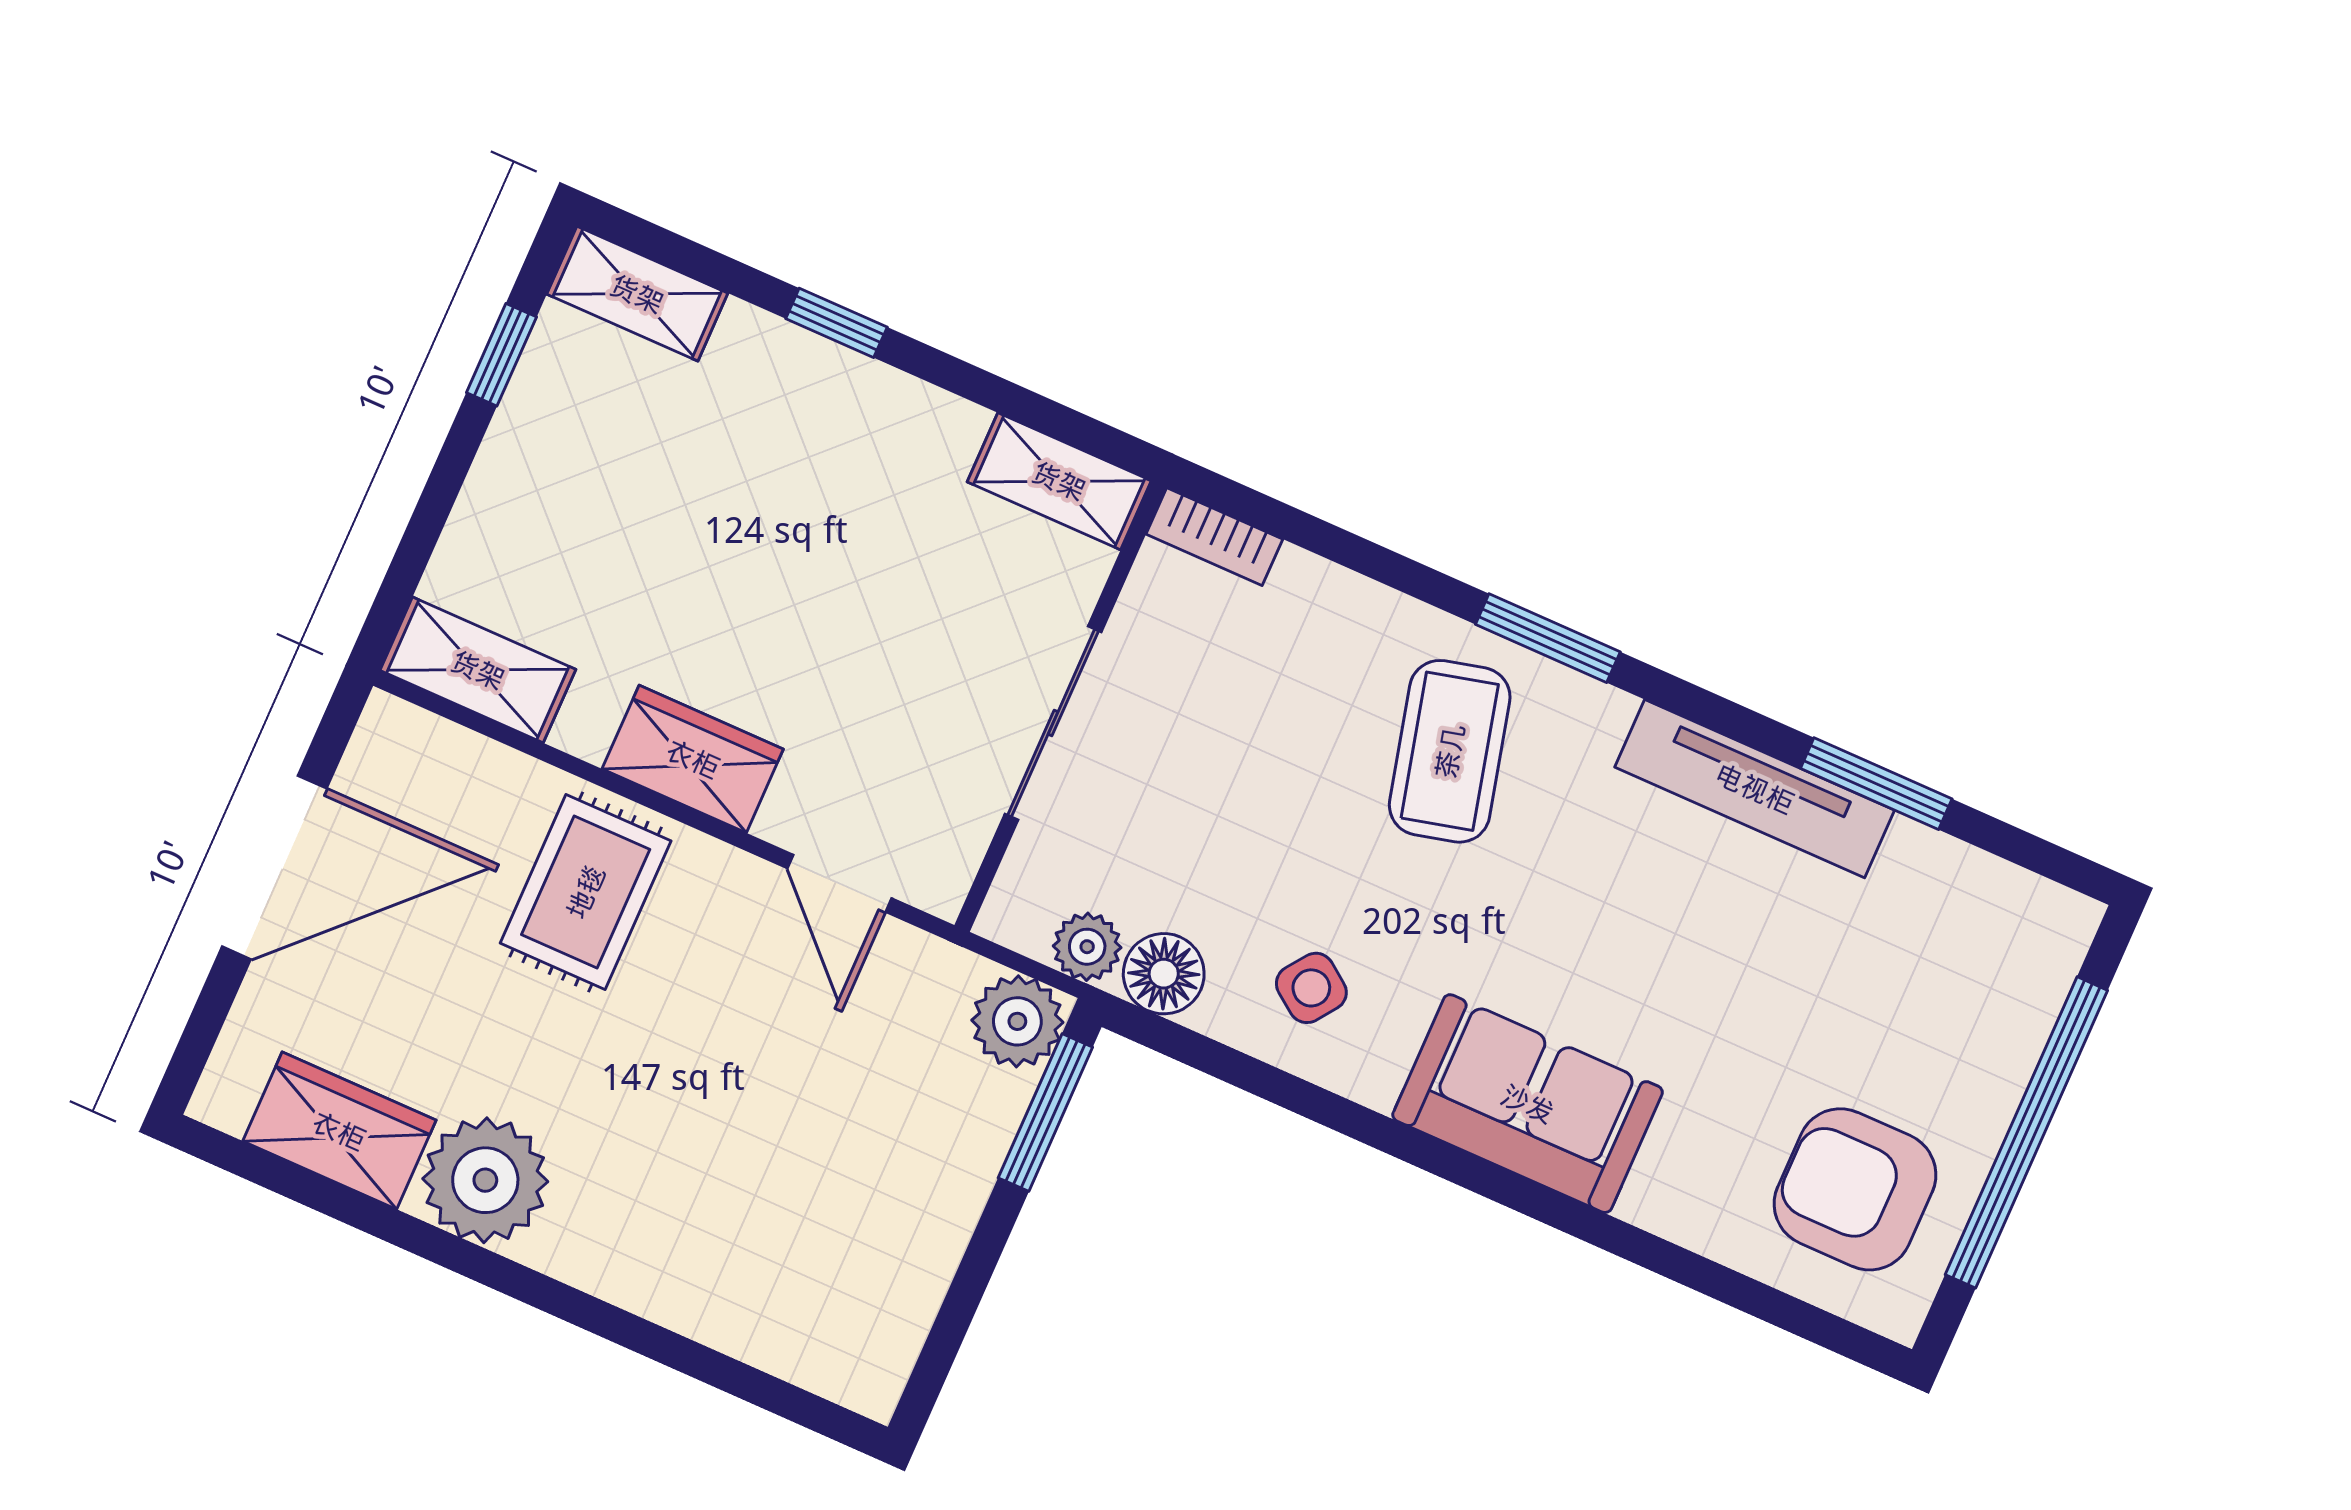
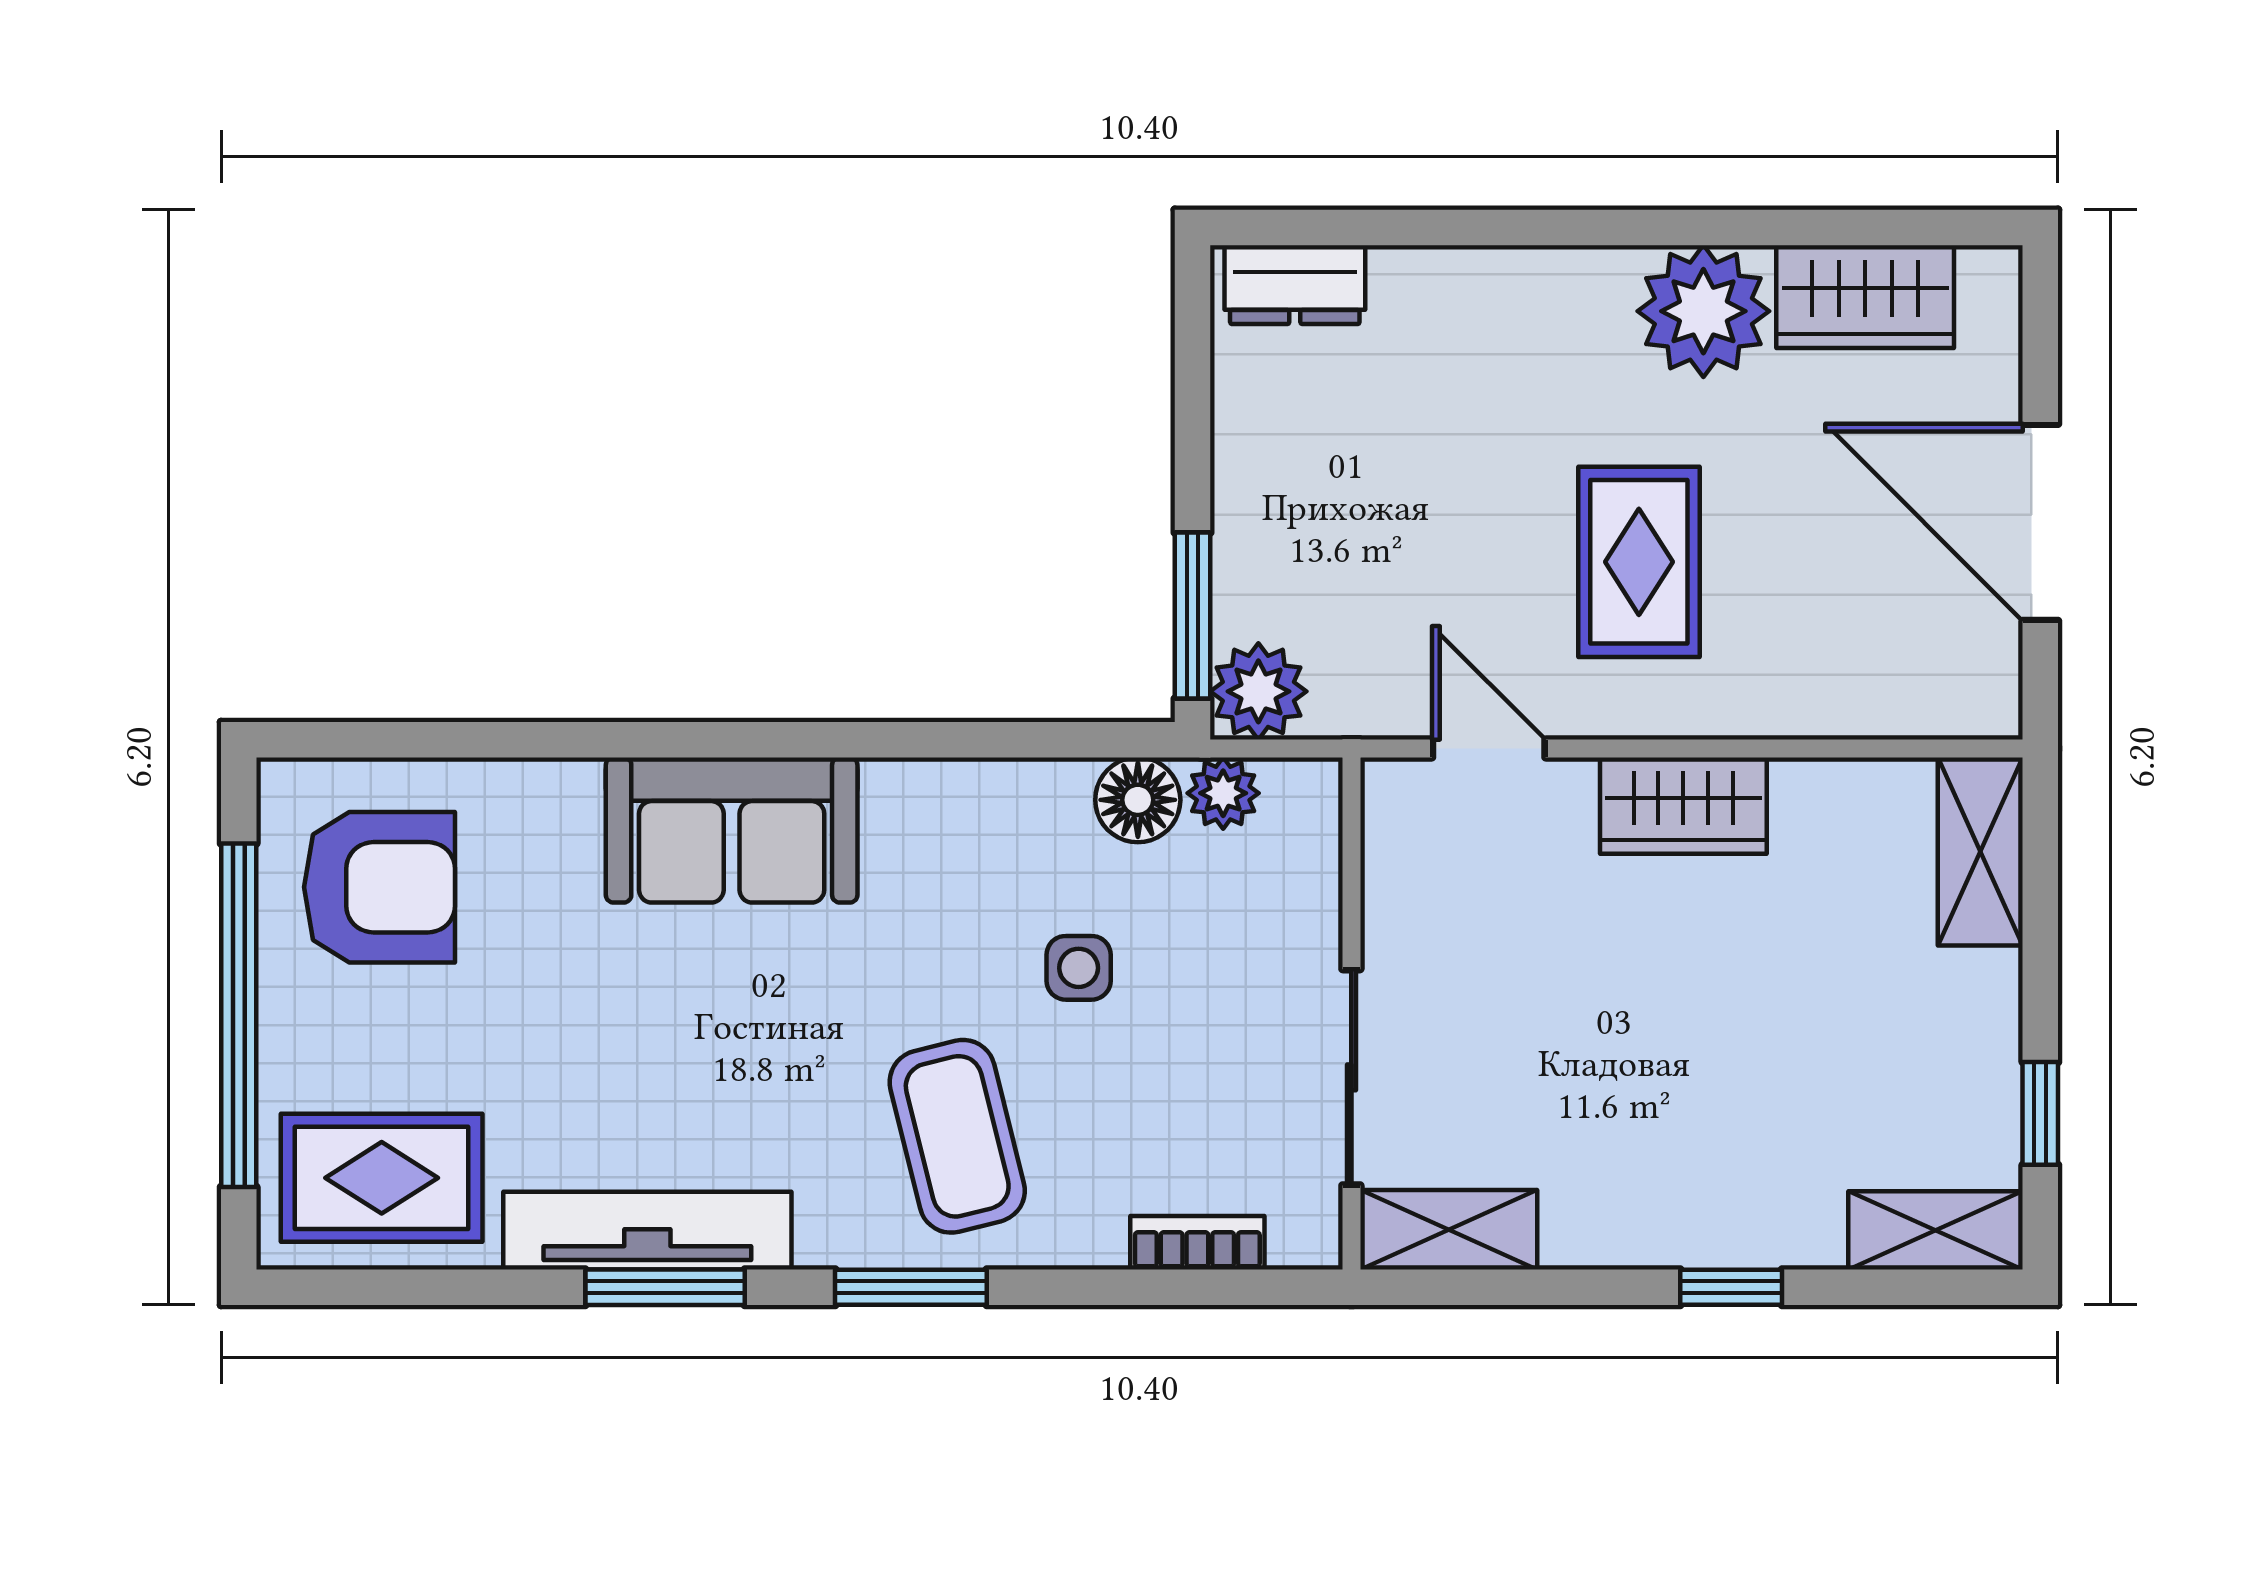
bookcase: (1214, 537) -> (1197, 1243), moved
shelving: (478, 670) -> (1980, 852), moved, turned 90
sliding door: (1053, 723) -> (1351, 1077), moved
window: (1876, 784) -> (665, 1287), moved
door: (274, 867) -> (2040, 522), hinge flipped
rug: (586, 892) -> (1639, 562), moved
rug: (1965, 936) -> (382, 1178), added
side table: (1311, 988) -> (1079, 968), moved, turned -36
dresser: (829, 1360) -> (1295, 285), added

